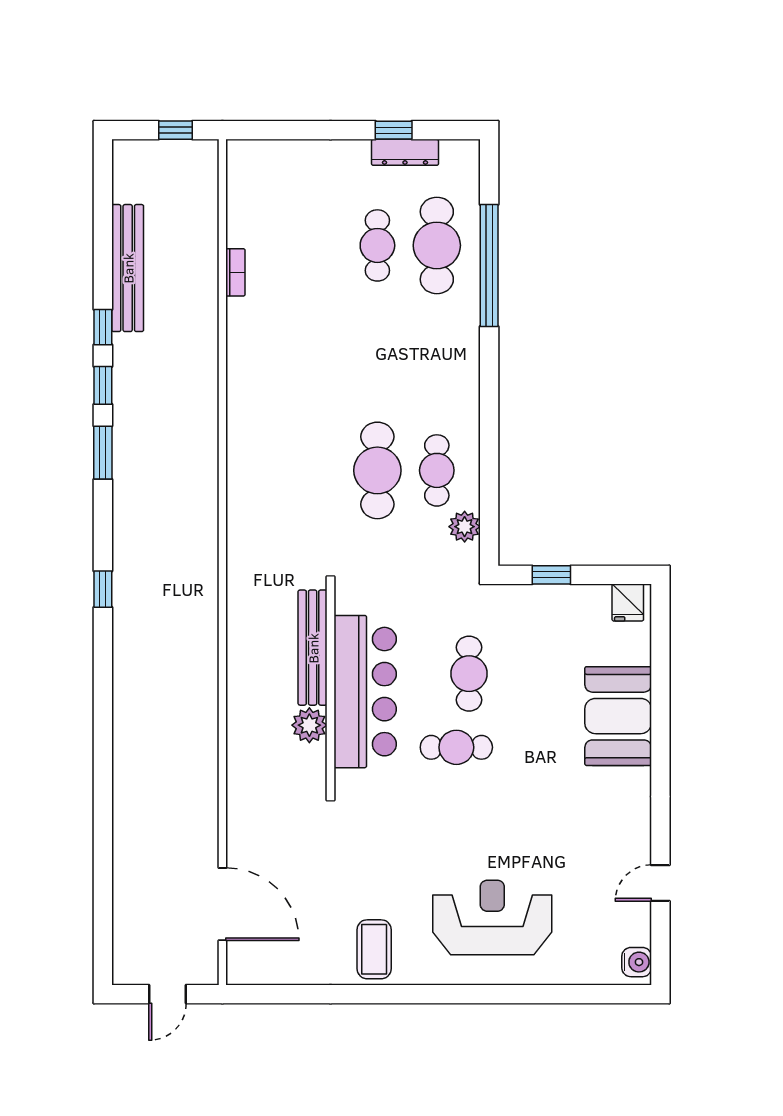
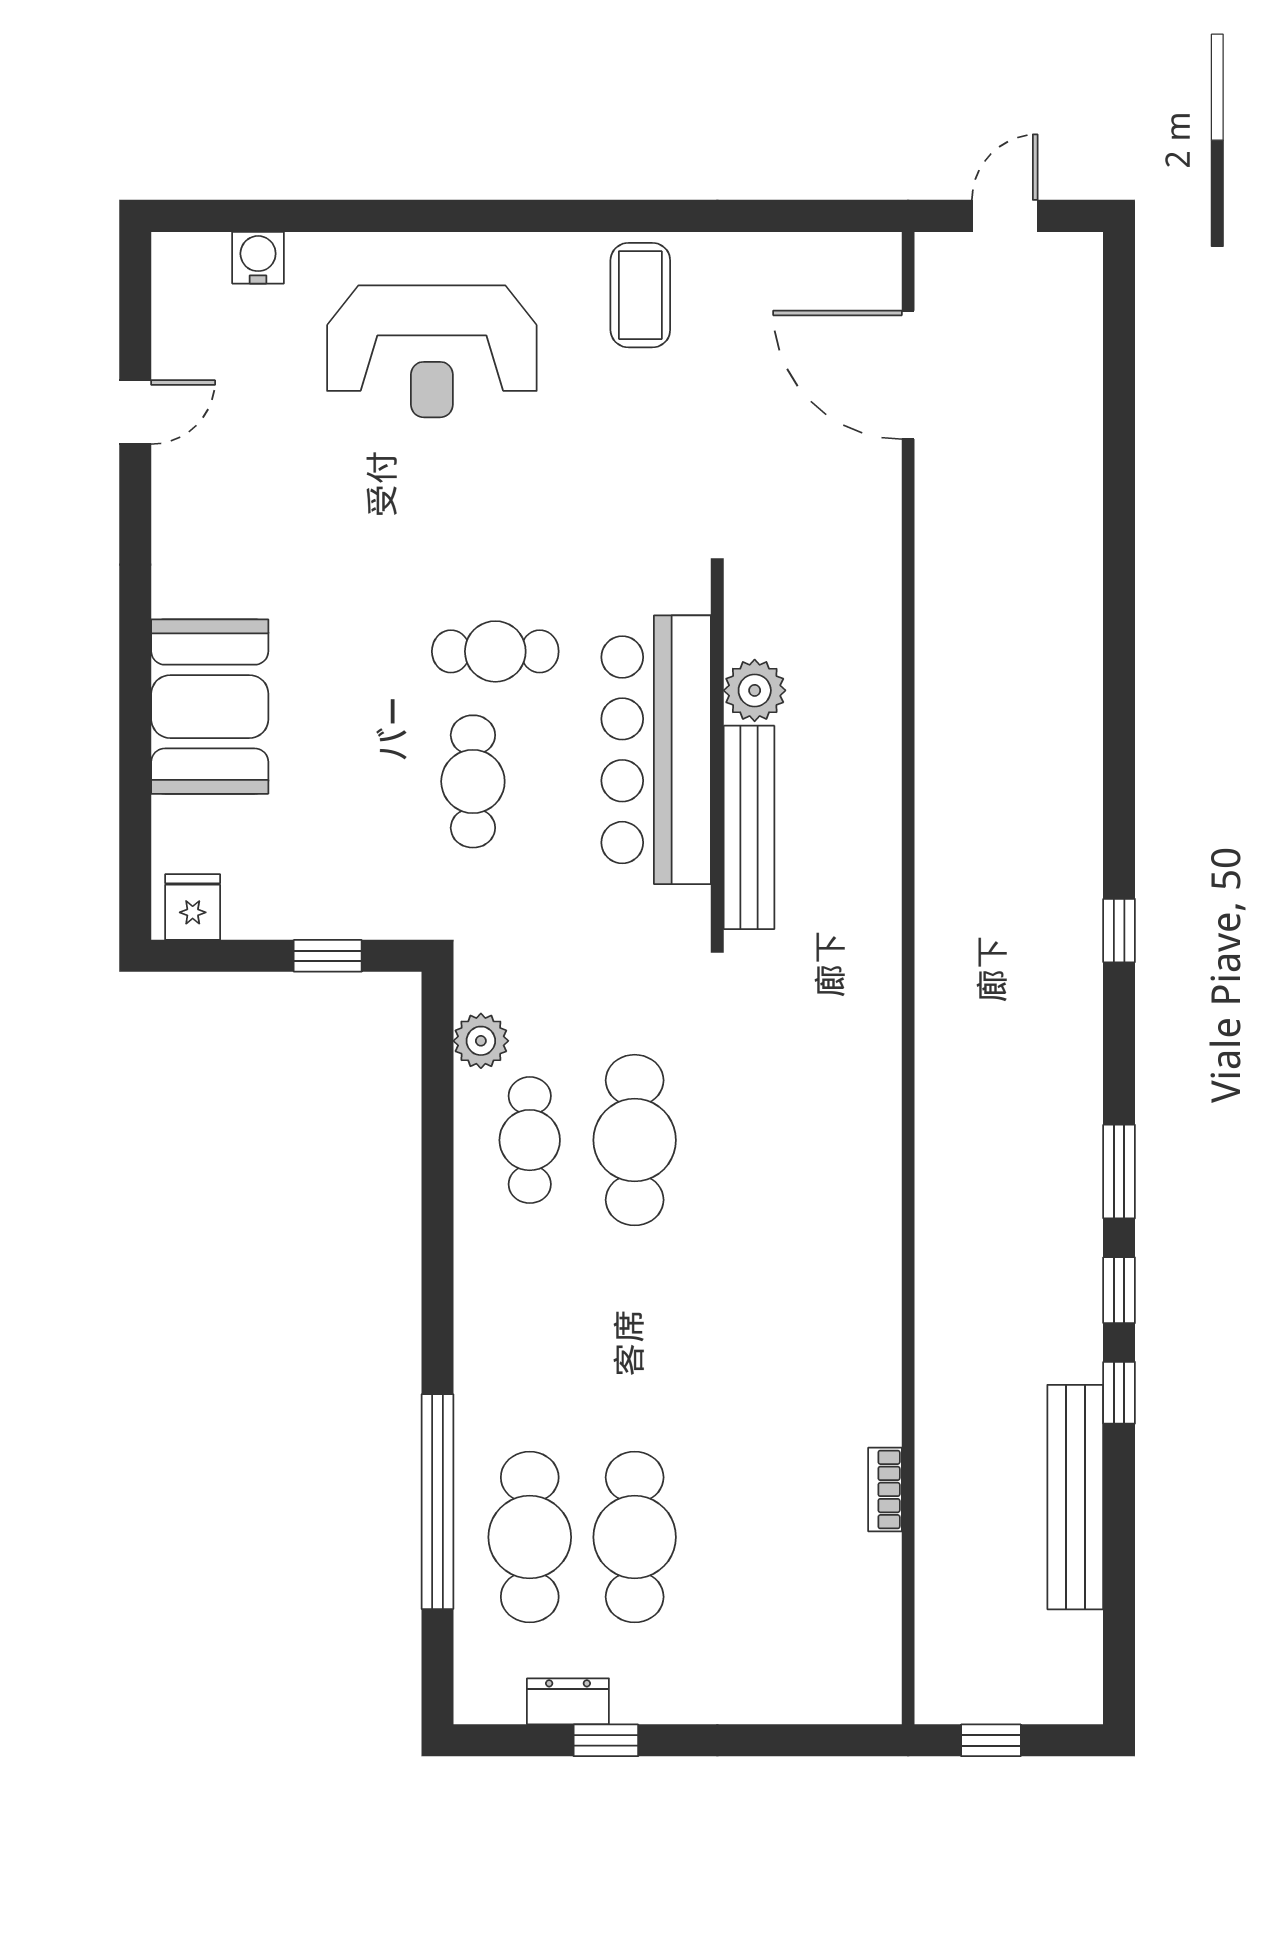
dresser: (405, 152) -> (568, 1701), width x0.70
cafe table: (377, 245) -> (635, 1537), width x1.37, depth x1.35
water cooler: (637, 962) -> (258, 258), moved, turned 90

